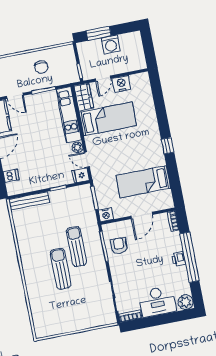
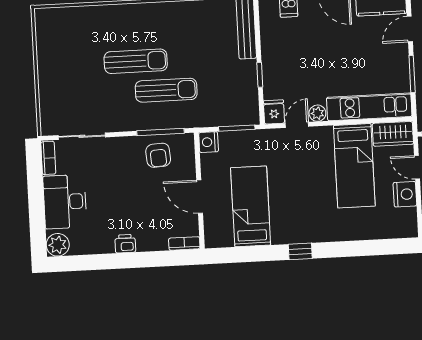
armchair: (119, 246) -> (158, 155), turned 84
window: (190, 257) -> (125, 261), removed

